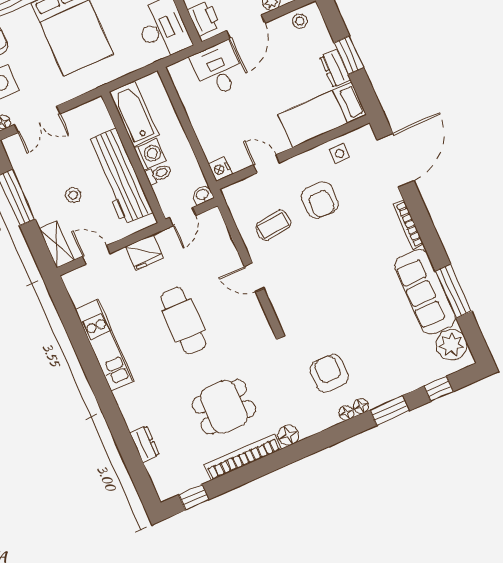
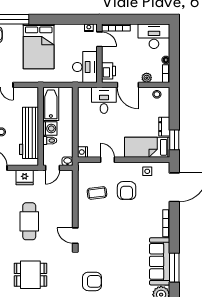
door: (246, 27) -> (128, 85), hinge flipped
window: (349, 55) -> (174, 140), moved
door: (254, 277) -> (75, 236), moved
armchair: (329, 373) -> (92, 281), turned 90

